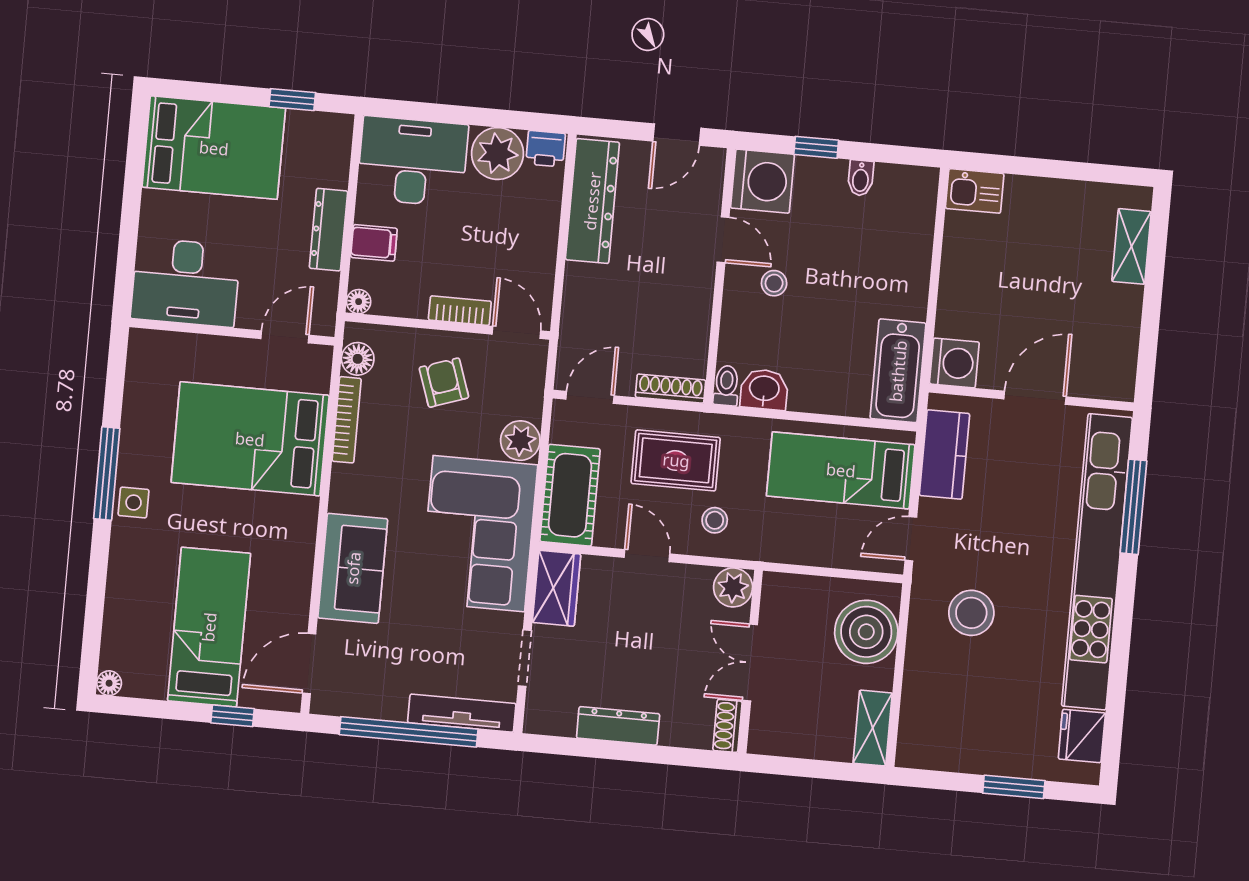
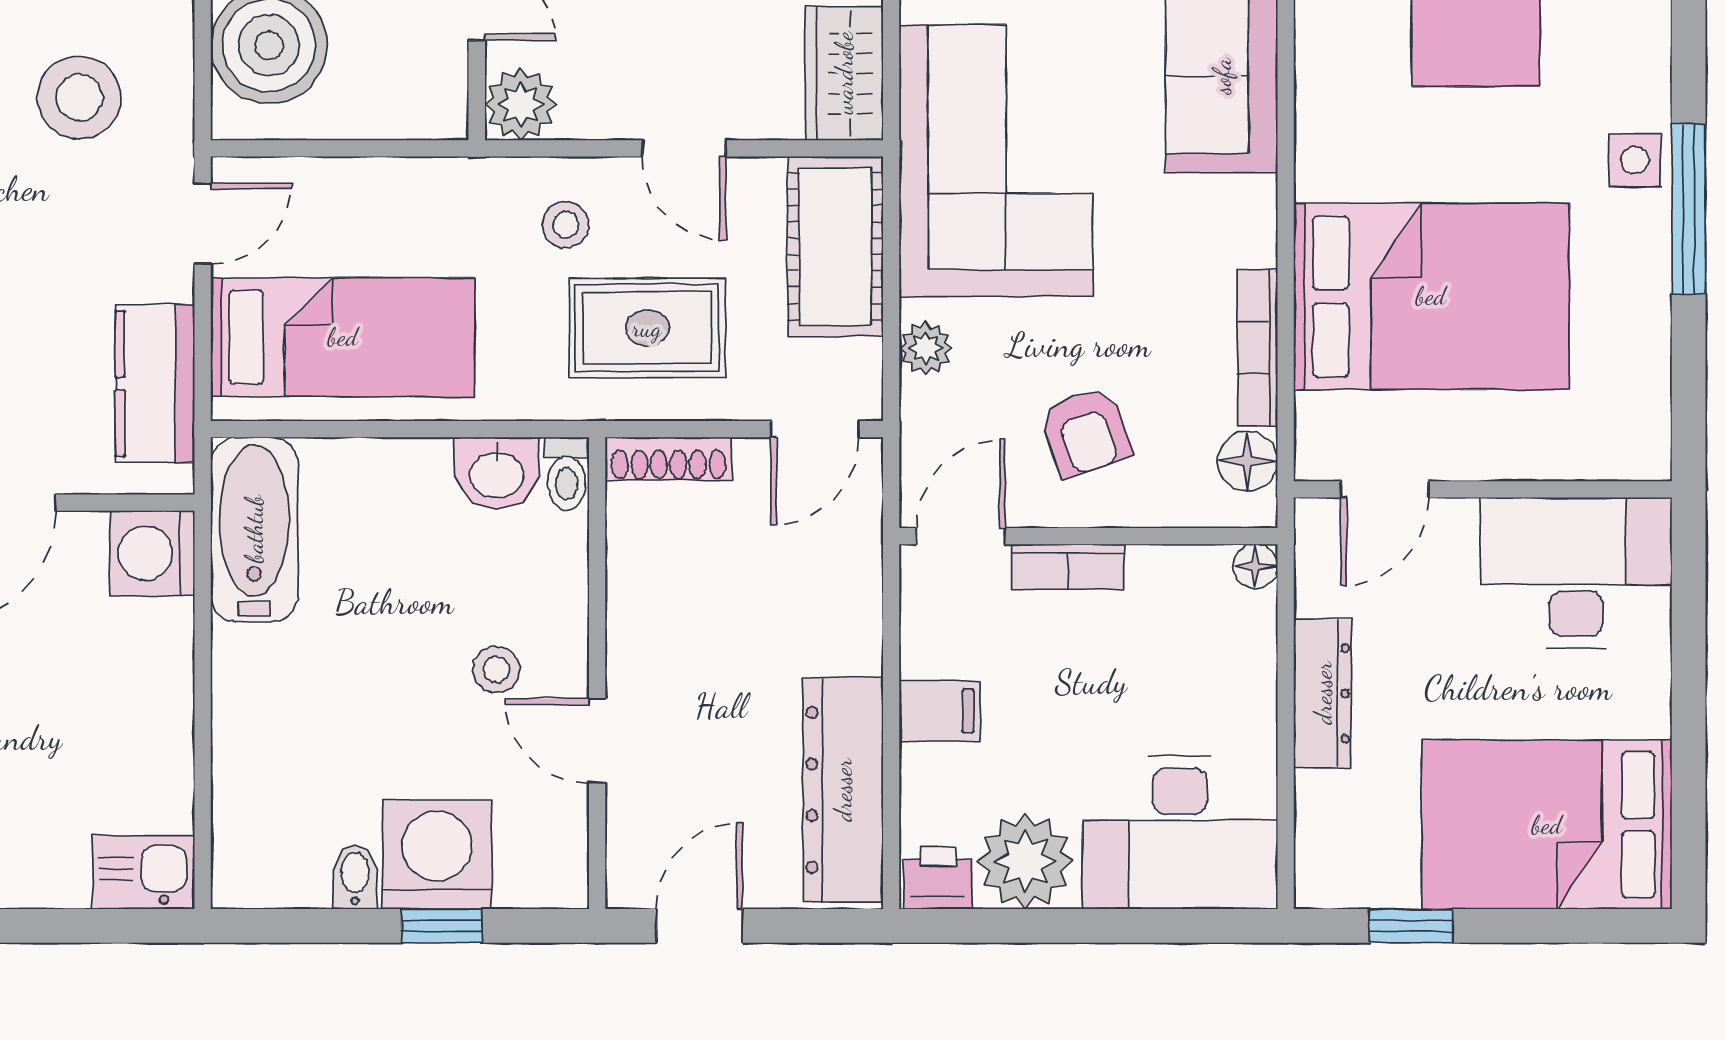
washing machine: (762, 181) -> (437, 855), moved, turned 90
filing cabinet: (374, 243) -> (940, 711), moved, turned 180
door: (516, 332) -> (961, 536), swing flipped
plant: (520, 441) -> (926, 348), width x0.73, depth x0.73

